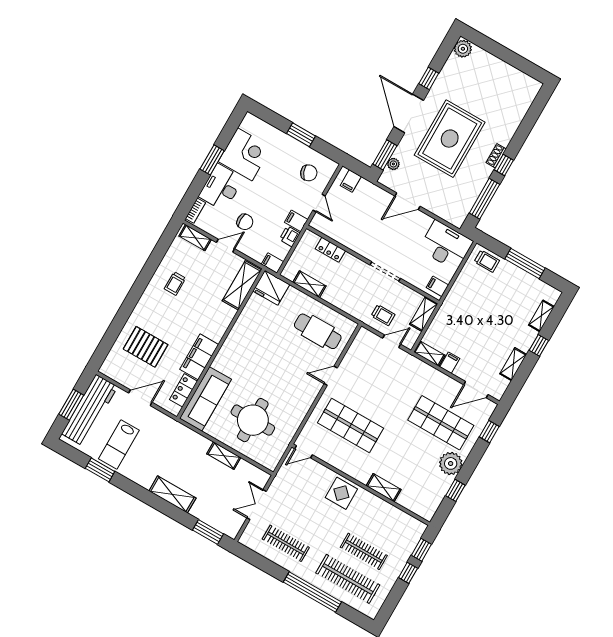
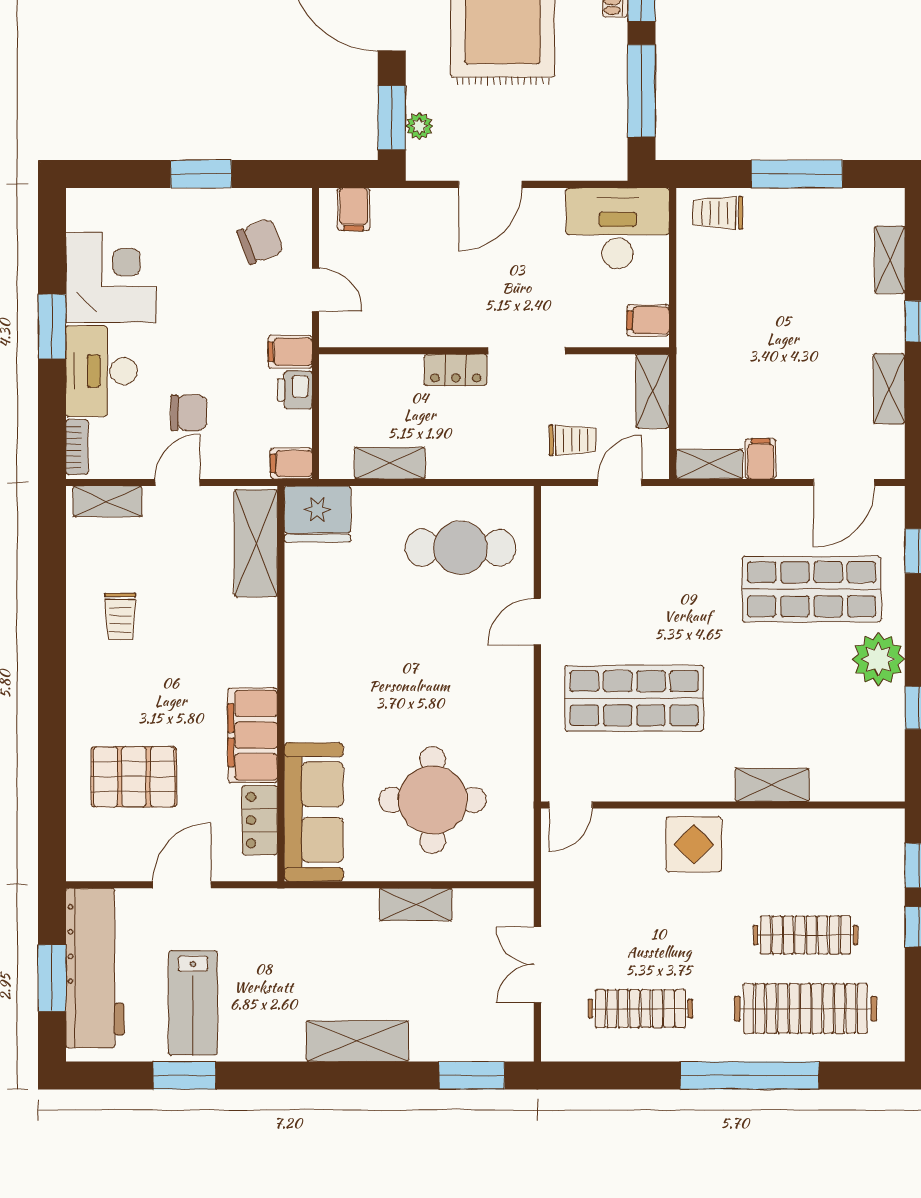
locker: (330, 250) -> (456, 370), moved
trolley: (487, 261) -> (718, 213), turned 180

